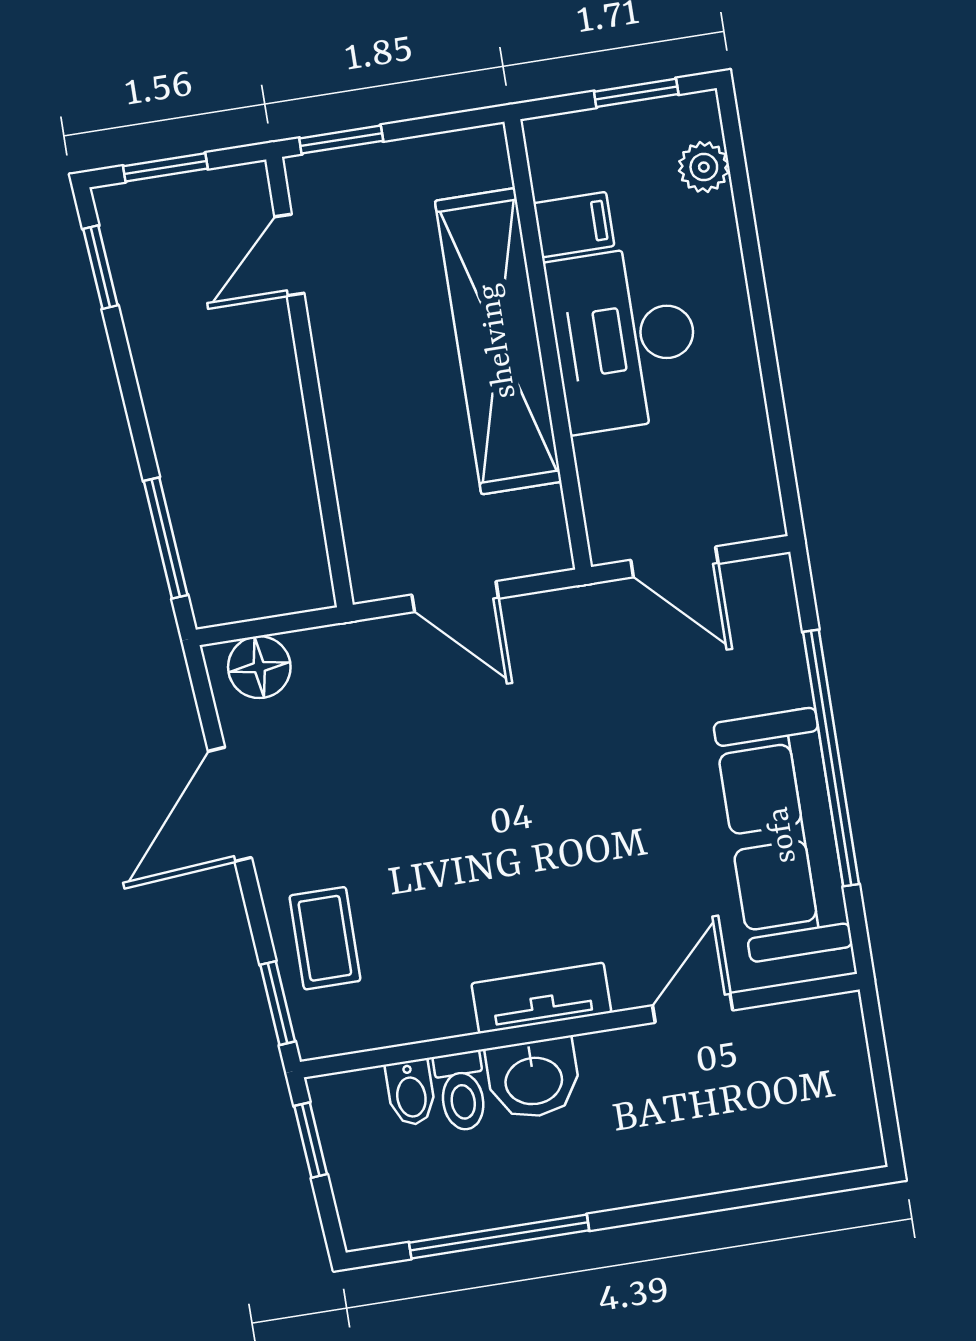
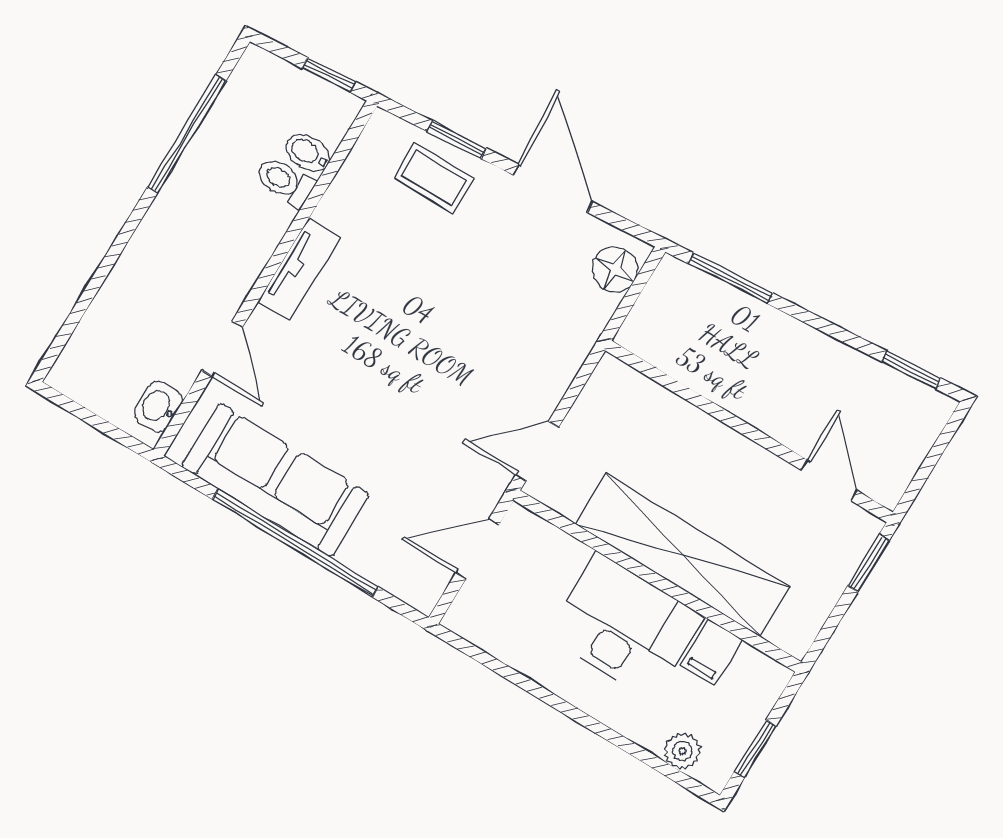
window: (165, 167) -> (936, 453), removed
door: (455, 597) -> (537, 451), moved
window: (278, 1003) -> (457, 140), moved
washbasin: (533, 1079) -> (158, 407), moved, width x0.72, depth x0.69

